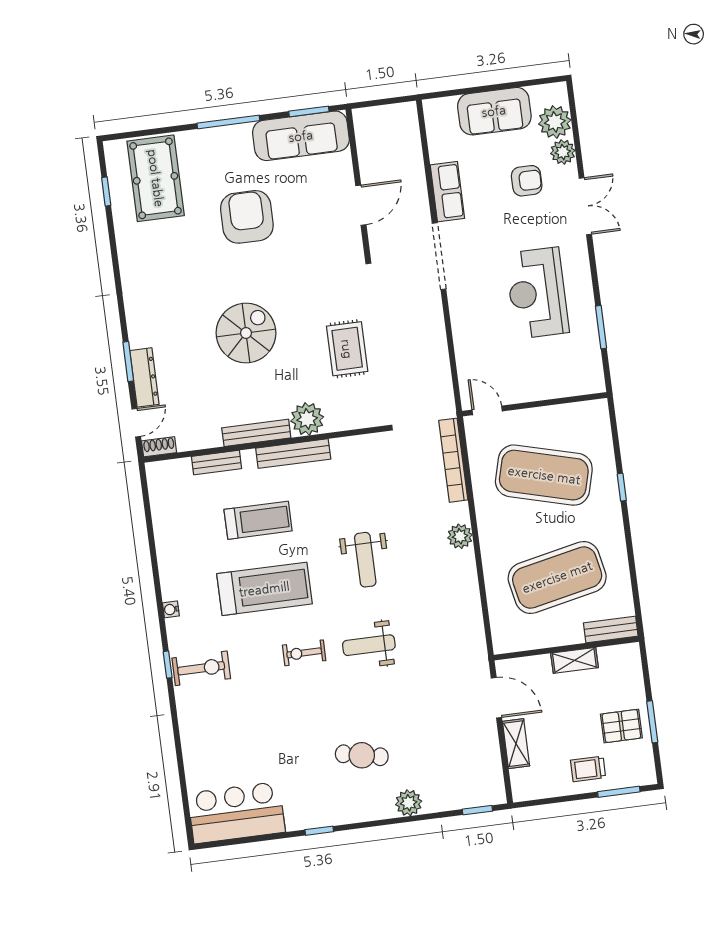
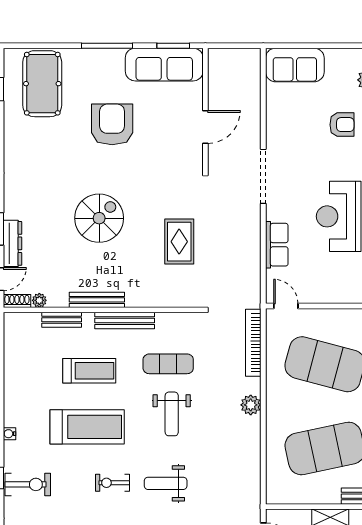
sofa: (494, 111) -> (295, 65), moved
row of seats: (447, 192) -> (277, 245), moved
plant: (307, 419) -> (39, 300), moved, width x0.53, depth x0.53
exercise mat: (353, 499) -> (168, 364), added

